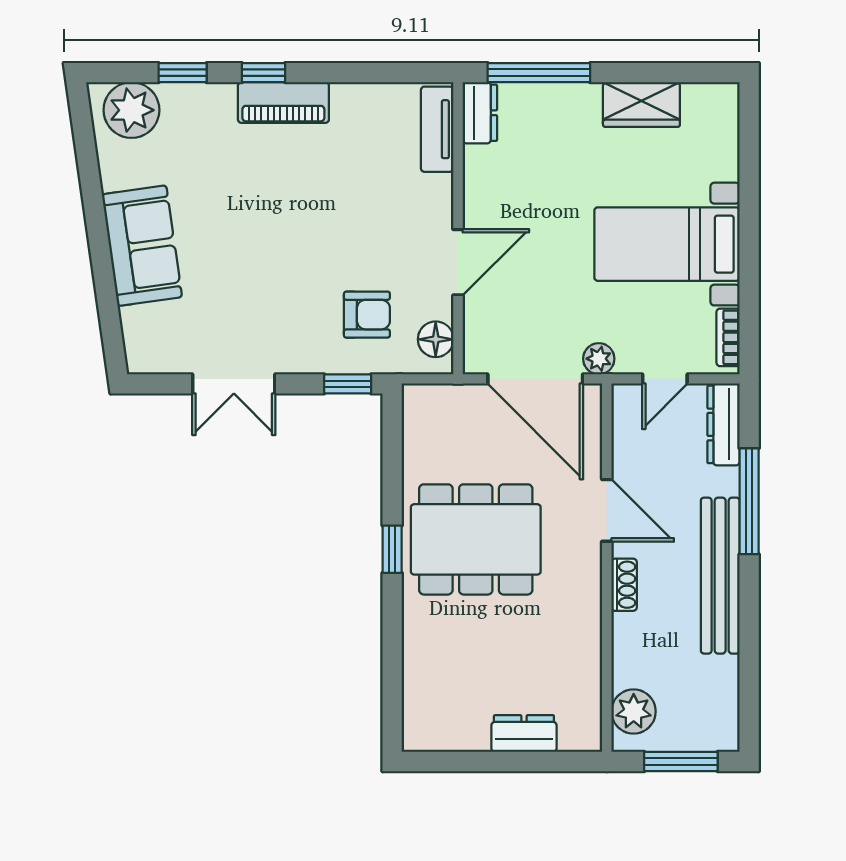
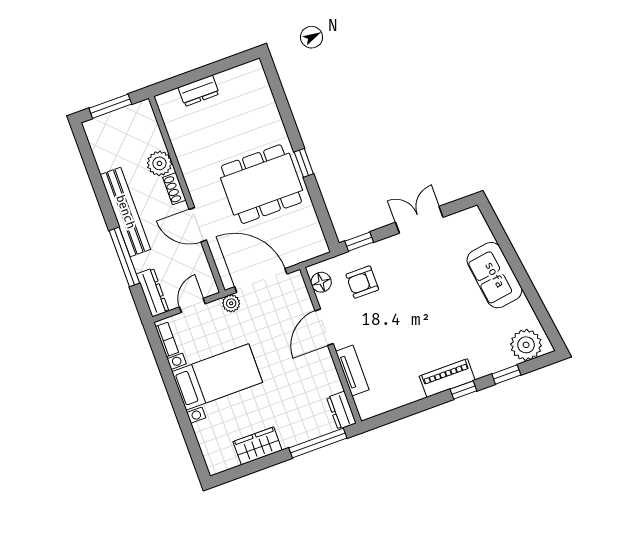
tv unit: (437, 129) -> (352, 371), moved
plant: (634, 711) -> (159, 163), moved

